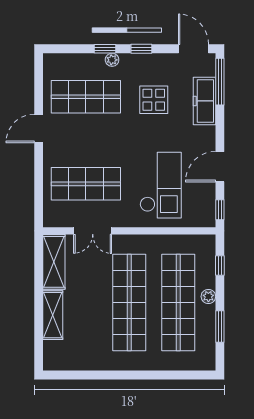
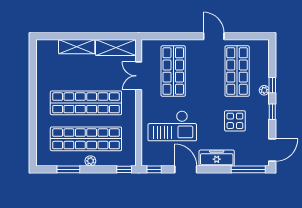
freezer: (204, 101) -> (217, 158), moved
window: (220, 265) -> (124, 169), moved

